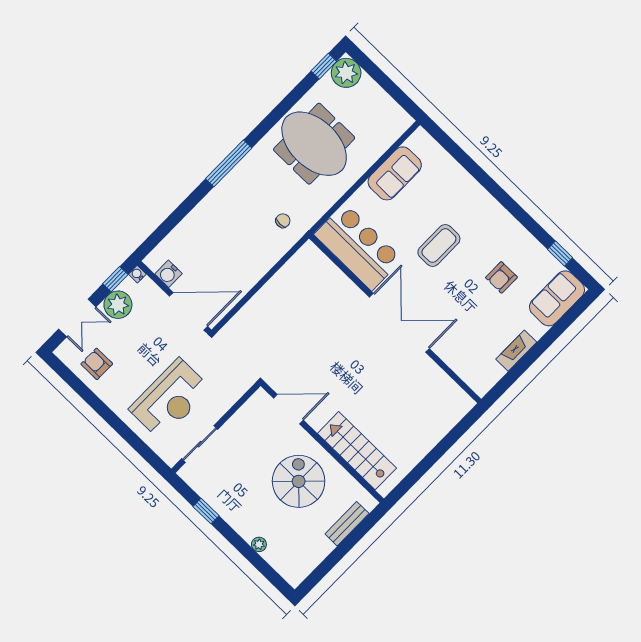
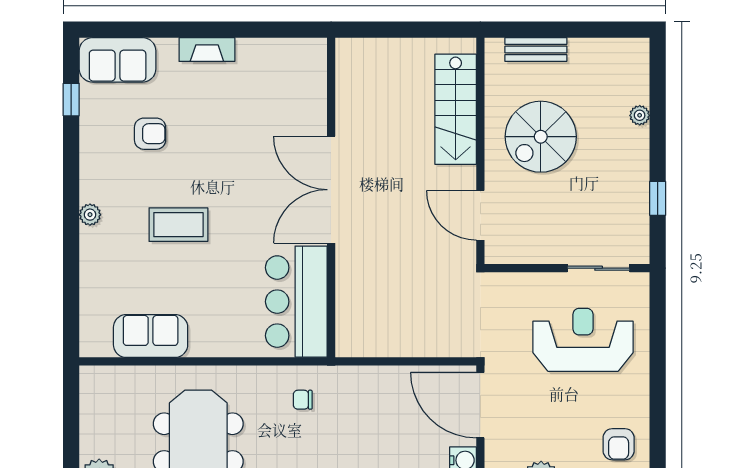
plant: (490, 204) -> (90, 215), added
bar counter: (358, 247) -> (296, 302), moved
wall: (395, 319) -> (331, 198), moved
double door: (399, 323) -> (331, 190), moved

